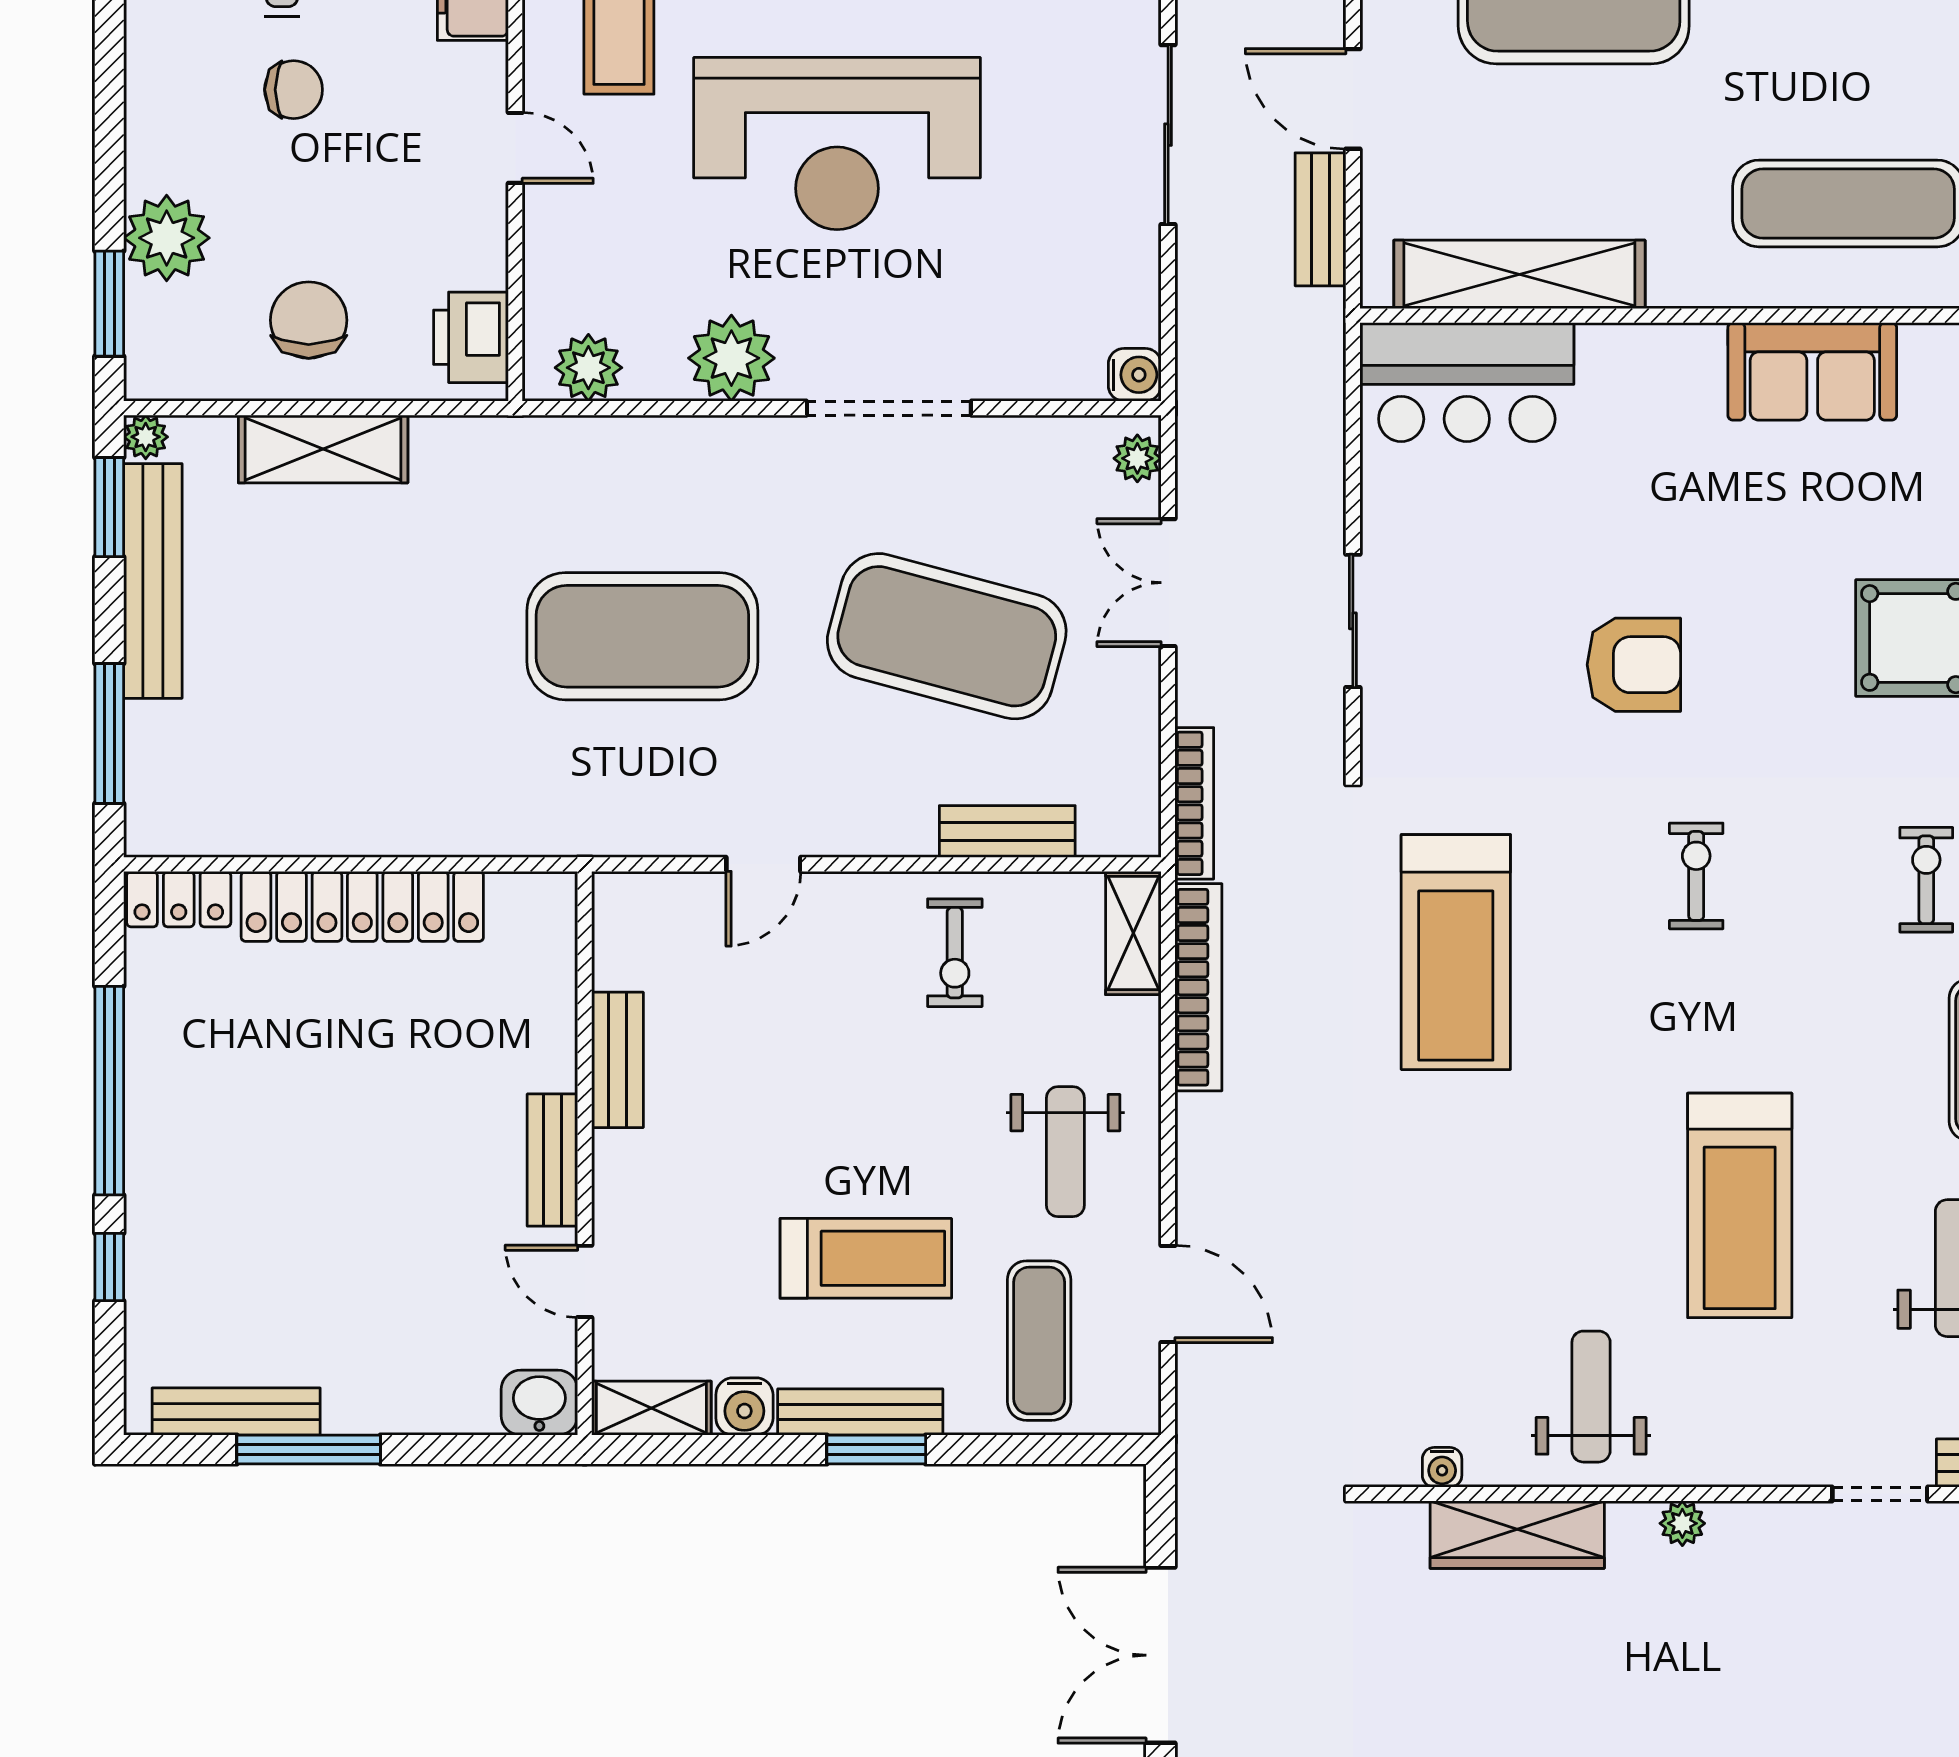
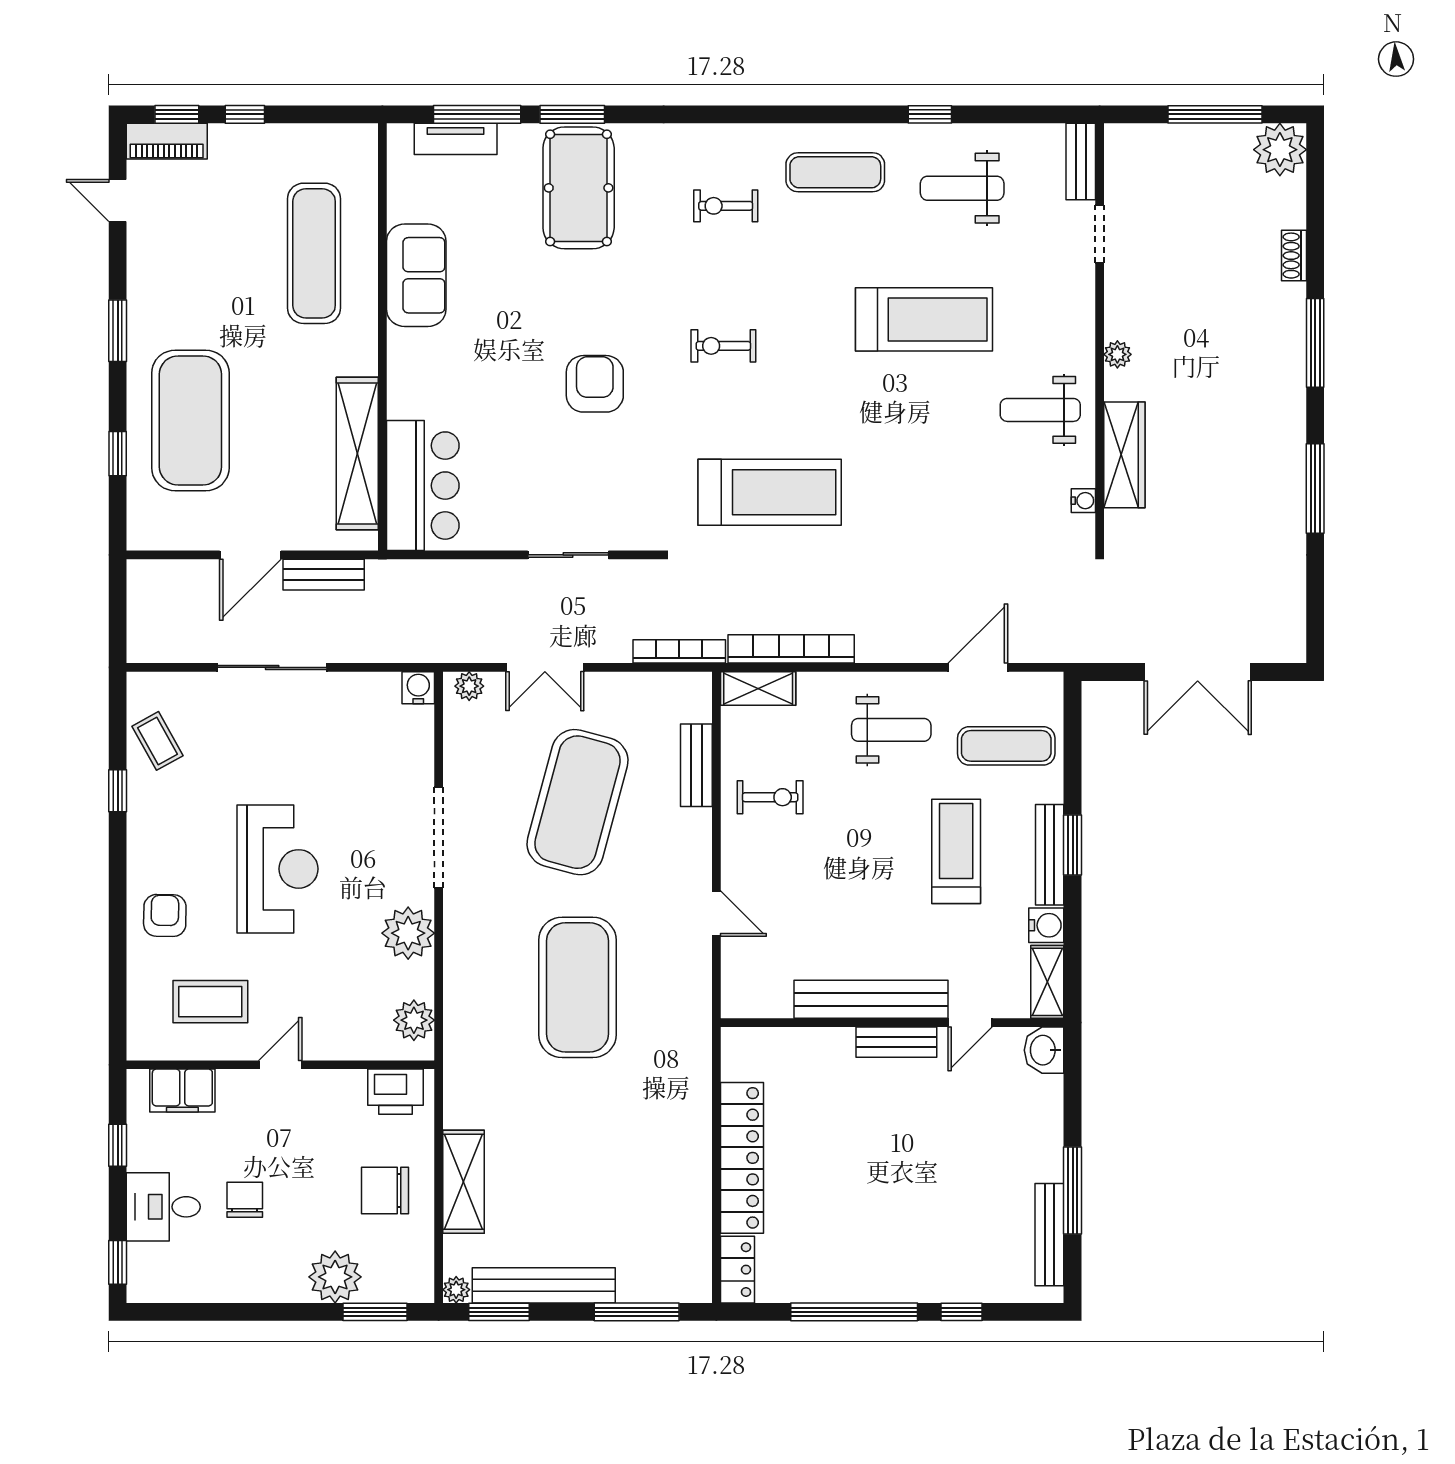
reception desk: (837, 144) -> (278, 869), width x0.74, depth x0.77
bench: (617, 1060) -> (871, 999), width x1.86, depth x1.21

